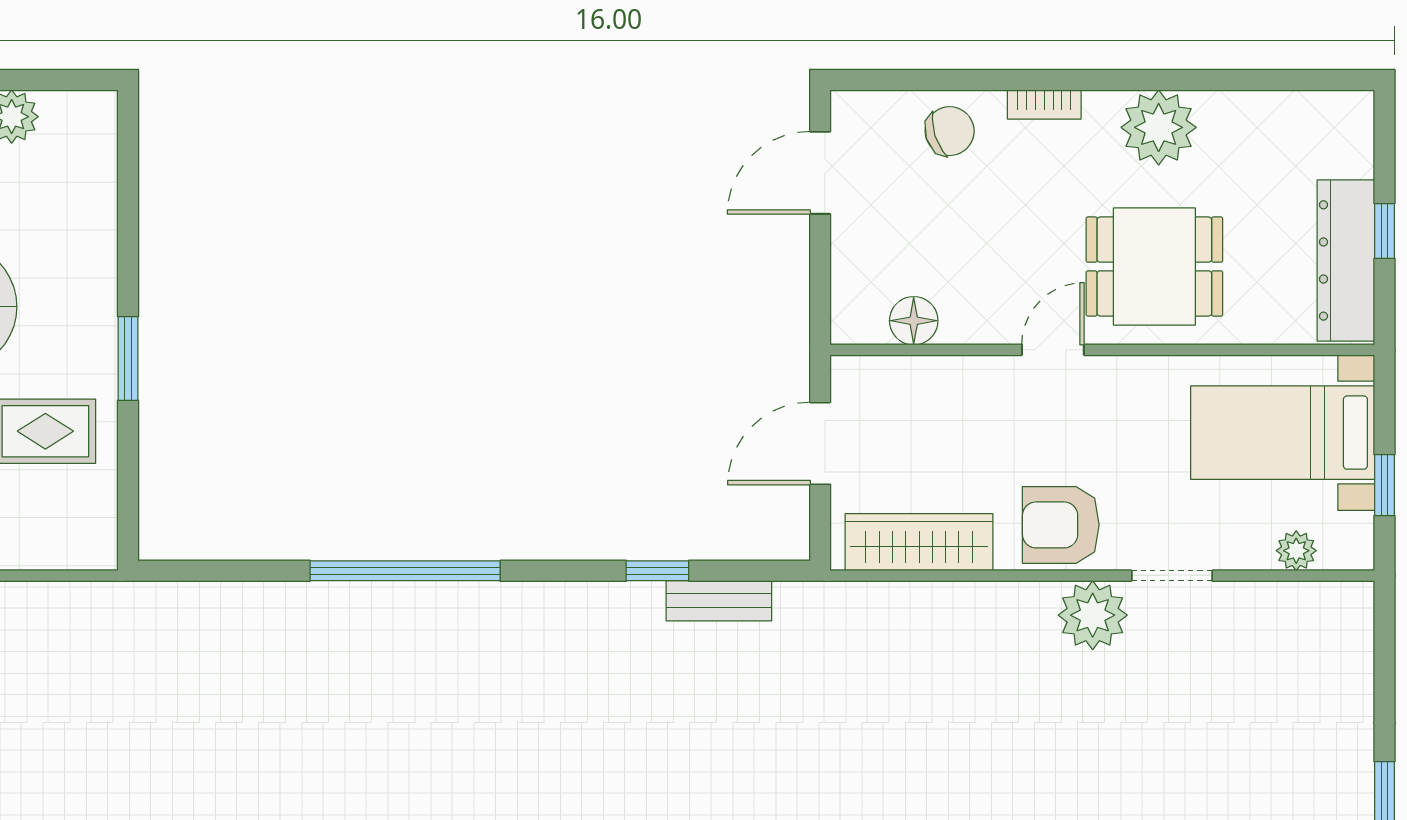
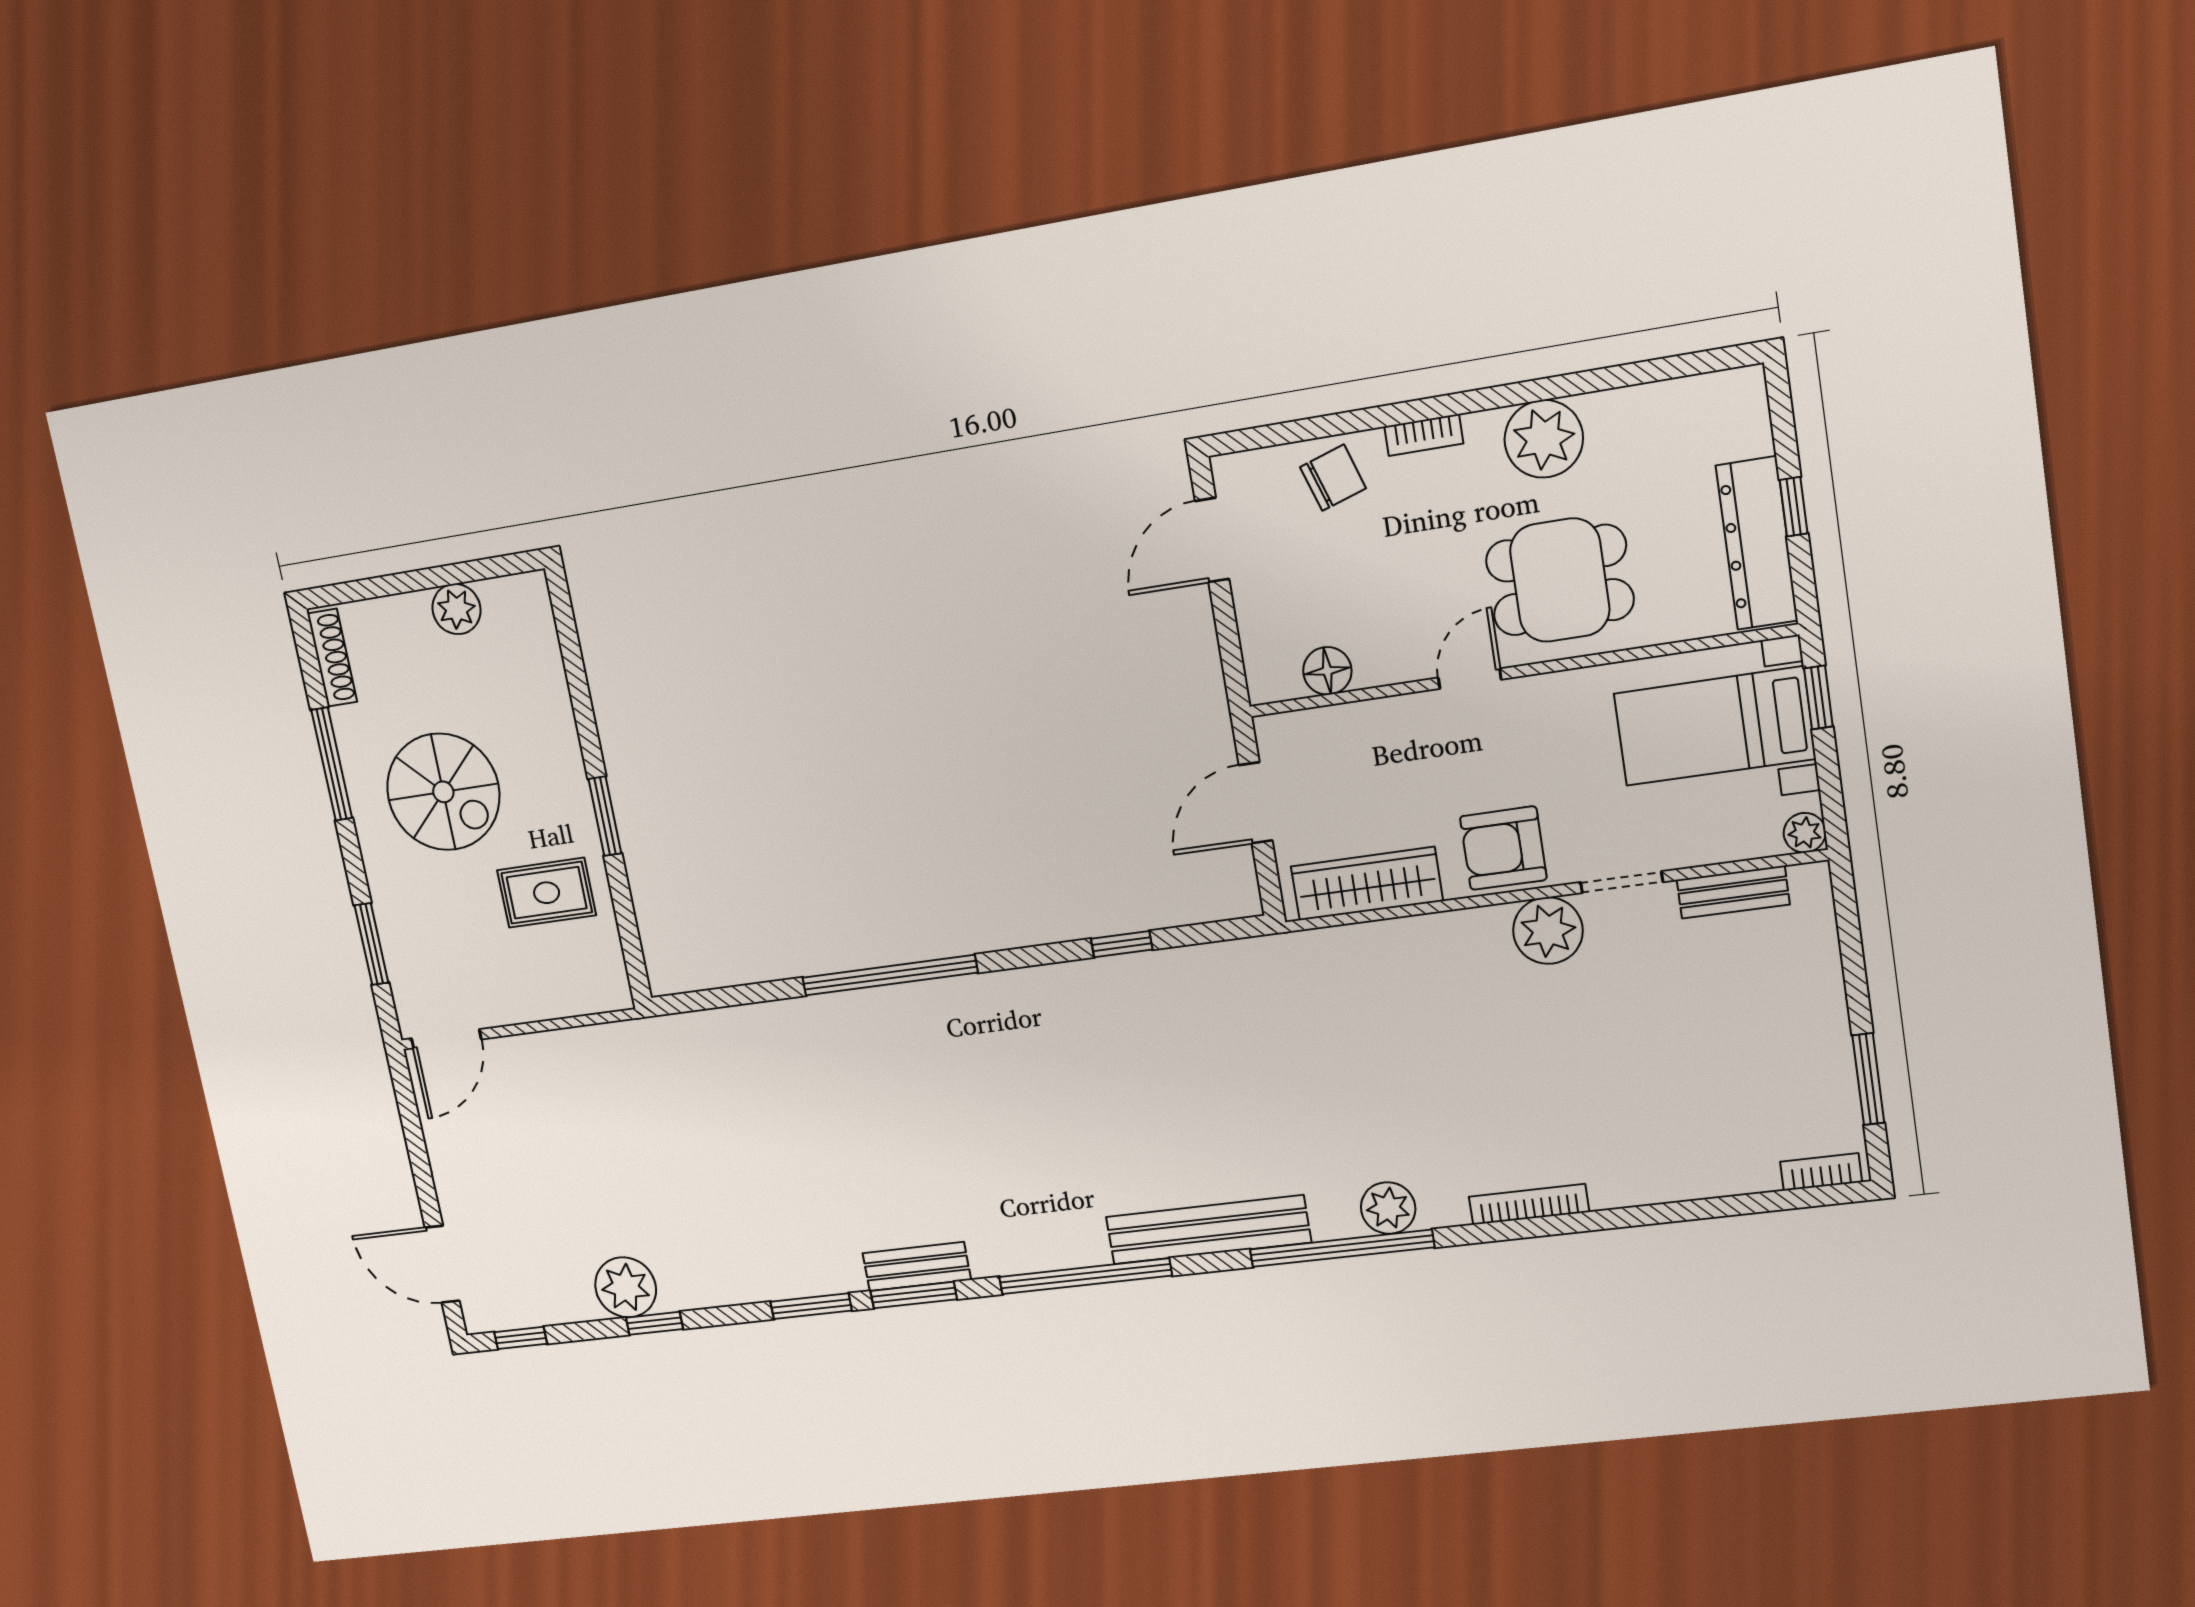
window: (1385, 485) -> (1818, 697), moved
plant: (1296, 551) -> (1805, 833), moved
bench: (719, 601) -> (1733, 892), moved

